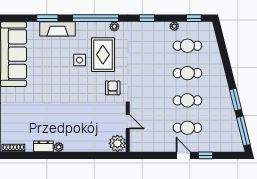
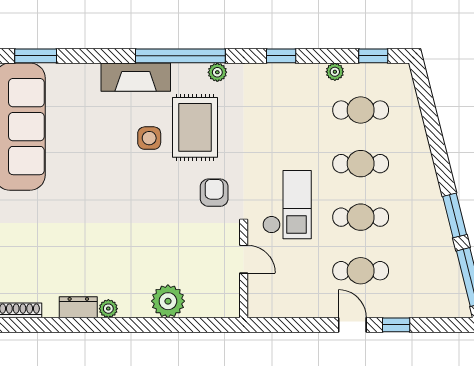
window: (47, 18) -> (36, 56), moved
fireplace: (58, 29) -> (136, 77), moved
checkout: (150, 94) -> (287, 205), added
plant: (117, 143) -> (168, 301), moved

